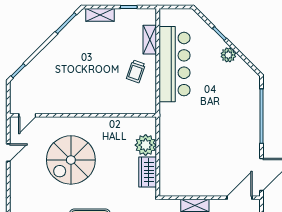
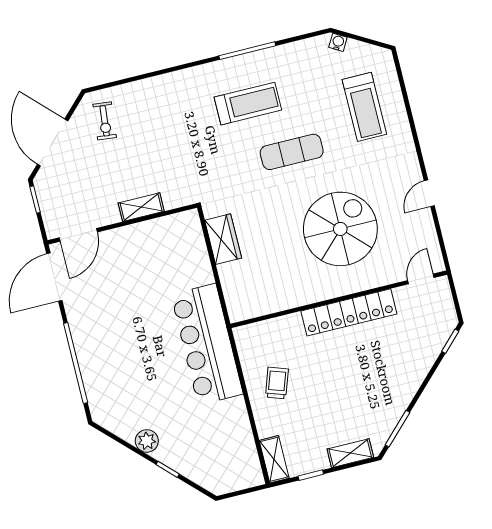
shelving: (150, 40) -> (274, 459), moved
bar counter: (175, 64) -> (207, 344), moved
locker: (79, 105) -> (349, 312), added
plant: (146, 145) -> (236, 278), removed
door: (8, 153) -> (429, 193), moved

